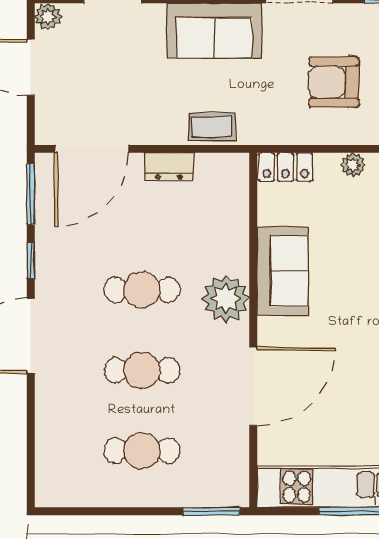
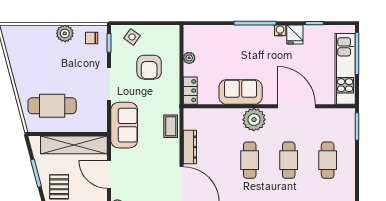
dresser: (169, 166) -> (190, 147), width x1.44

